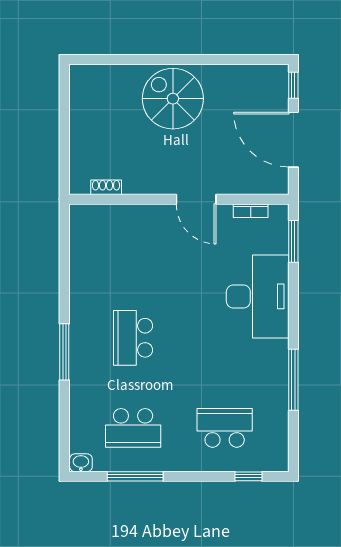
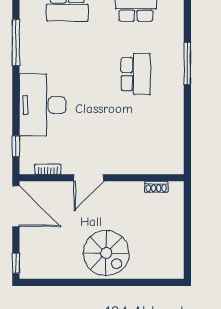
door: (293, 140) -> (16, 206), moved
door: (196, 199) -> (89, 178), swing flipped
window: (293, 241) -> (16, 146), width x0.67

